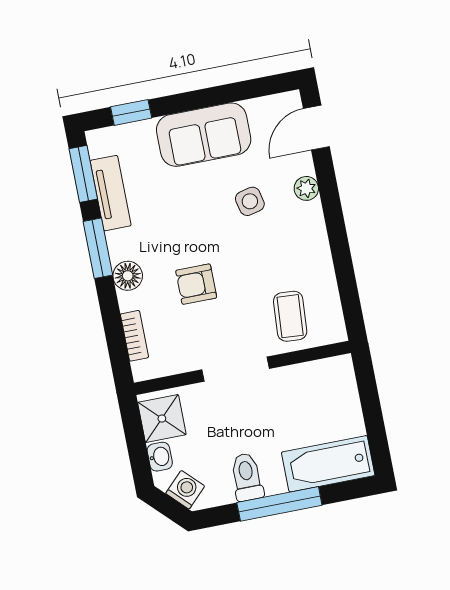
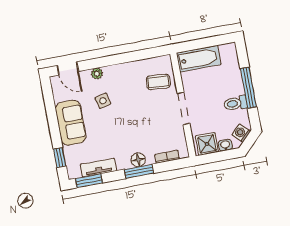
window: (98, 248) -> (139, 171), moved
armchair: (196, 284) -> (142, 127), removed
bathtub: (328, 464) -> (199, 59), moved, turned -90

